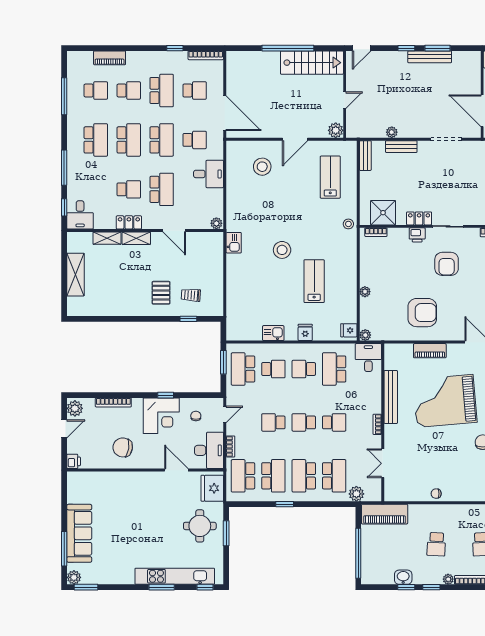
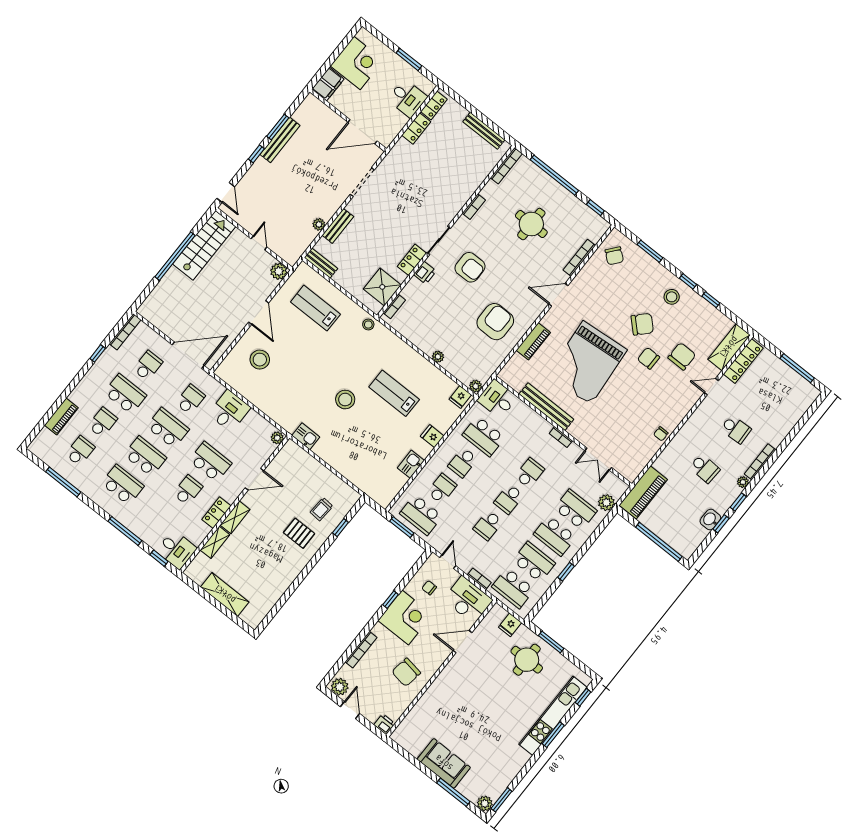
fridge: (212, 488) -> (510, 625), width x0.53, depth x0.75
sofa: (79, 533) -> (444, 763), width x0.73

